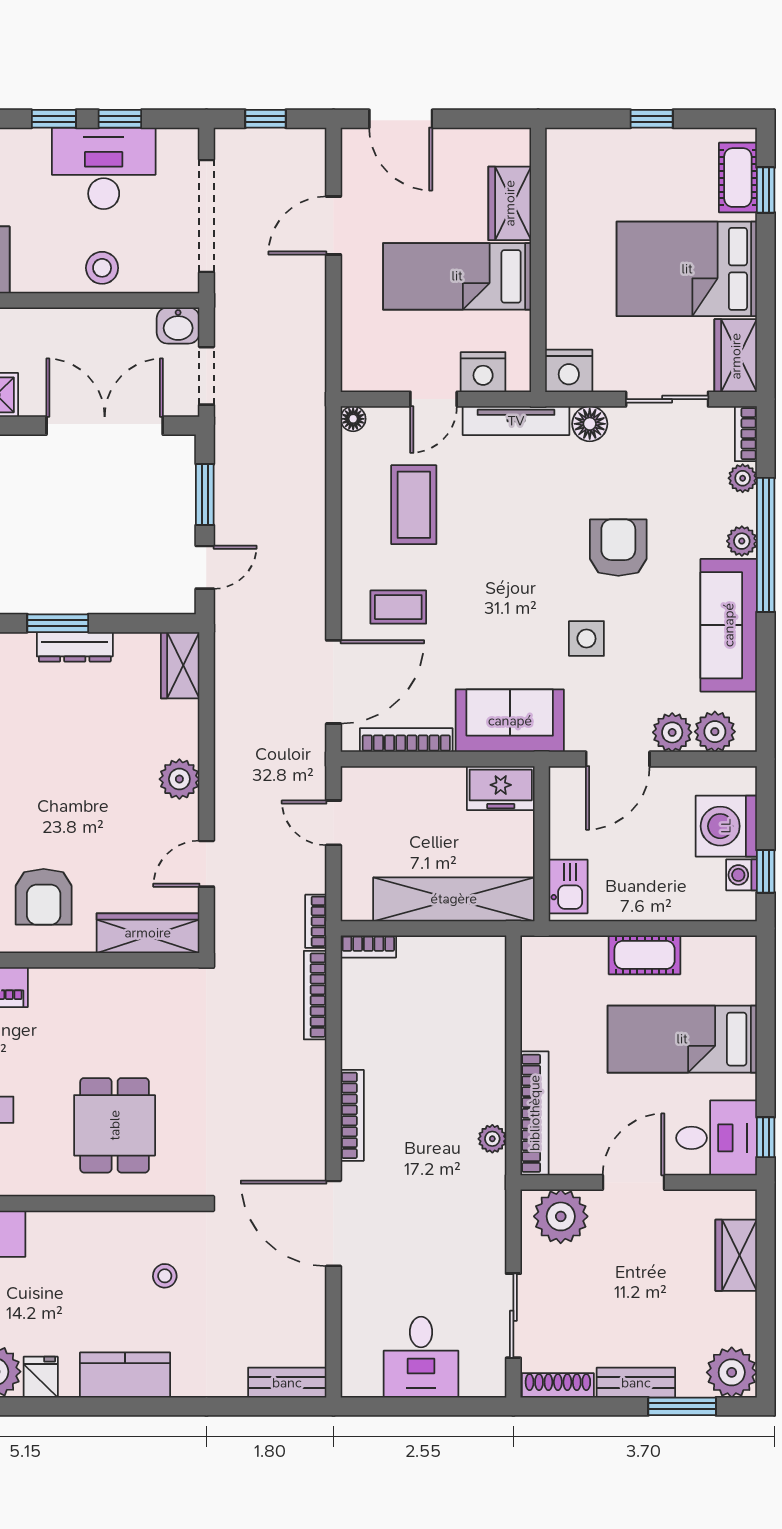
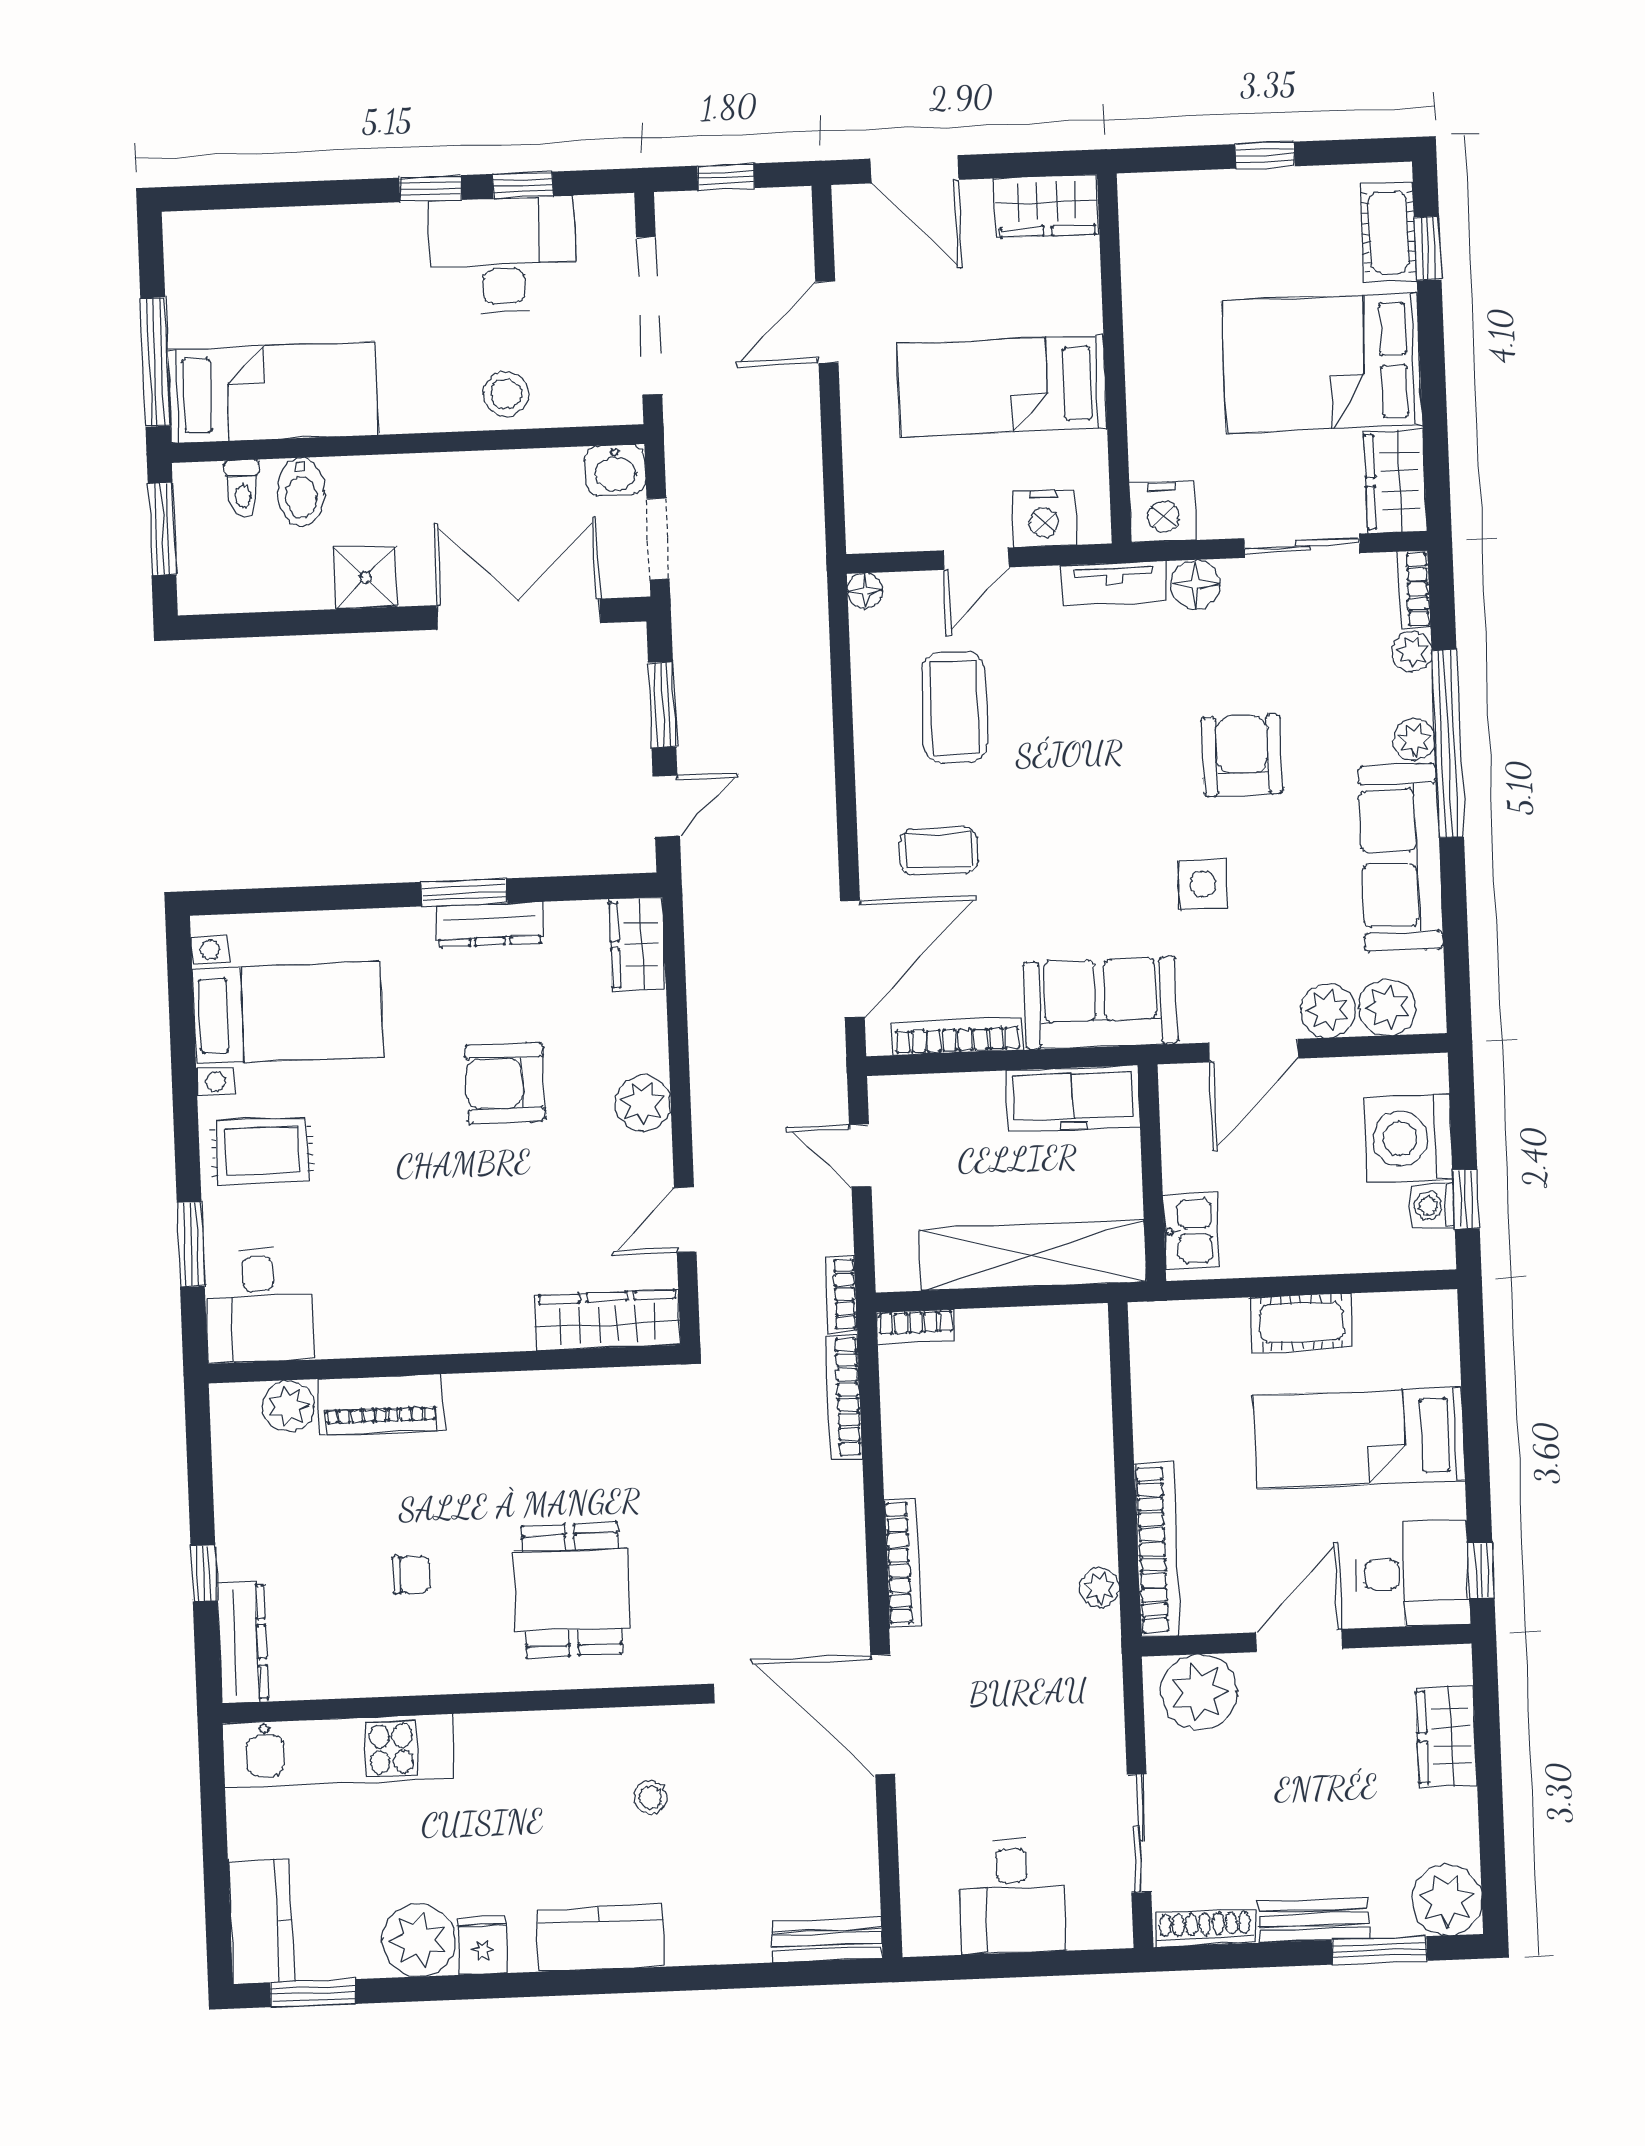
wardrobe: (510, 203) -> (1047, 206), moved, turned -90
tv unit: (516, 421) -> (1114, 583), width x0.71
freezer: (501, 788) -> (1073, 1099), width x1.40
armchair: (44, 897) -> (505, 1083), moved, turned 90

